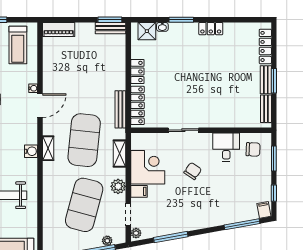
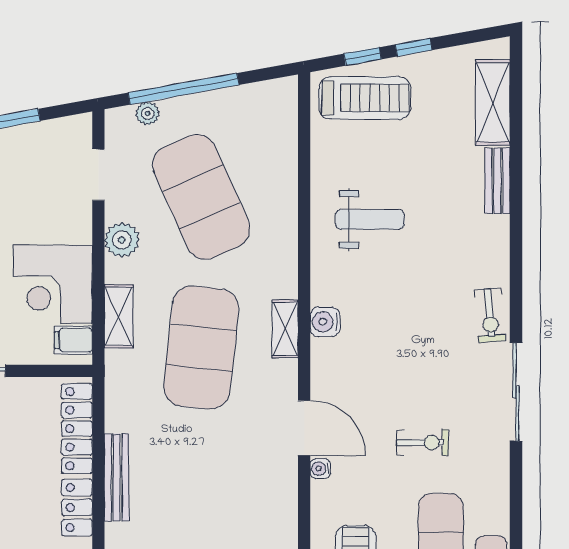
door: (40, 106) -> (304, 428), swing flipped
bench: (120, 109) -> (117, 477), moved
filing cabinet: (139, 191) -> (73, 340), moved
exercise mat: (84, 205) -> (201, 197), turned -39
plant: (136, 233) -> (80, 131), removed

